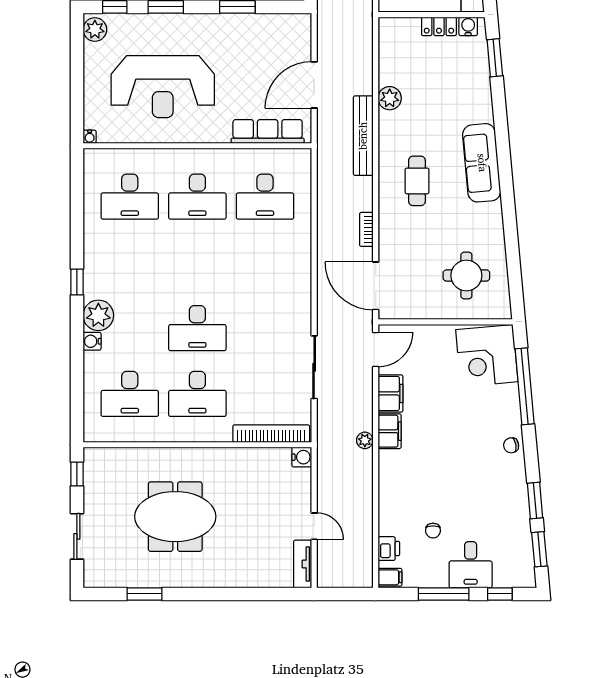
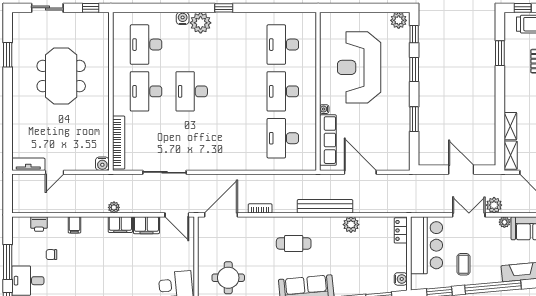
locker: (439, 26) -> (401, 230), moved
water cooler: (90, 137) -> (324, 109), moved
filing cabinet: (390, 577) -> (74, 225), moved

